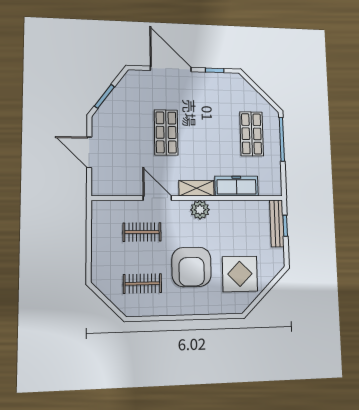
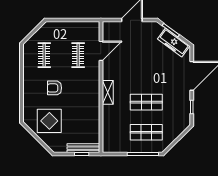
shop shelf: (166, 132) -> (146, 102), moved
freezer: (236, 186) -> (174, 43), moved, turned 126
door: (157, 198) -> (101, 51), moved
plant: (200, 210) -> (93, 94), removed
armchair: (192, 267) -> (54, 88), width x0.53, depth x0.53

